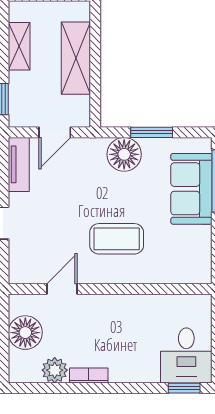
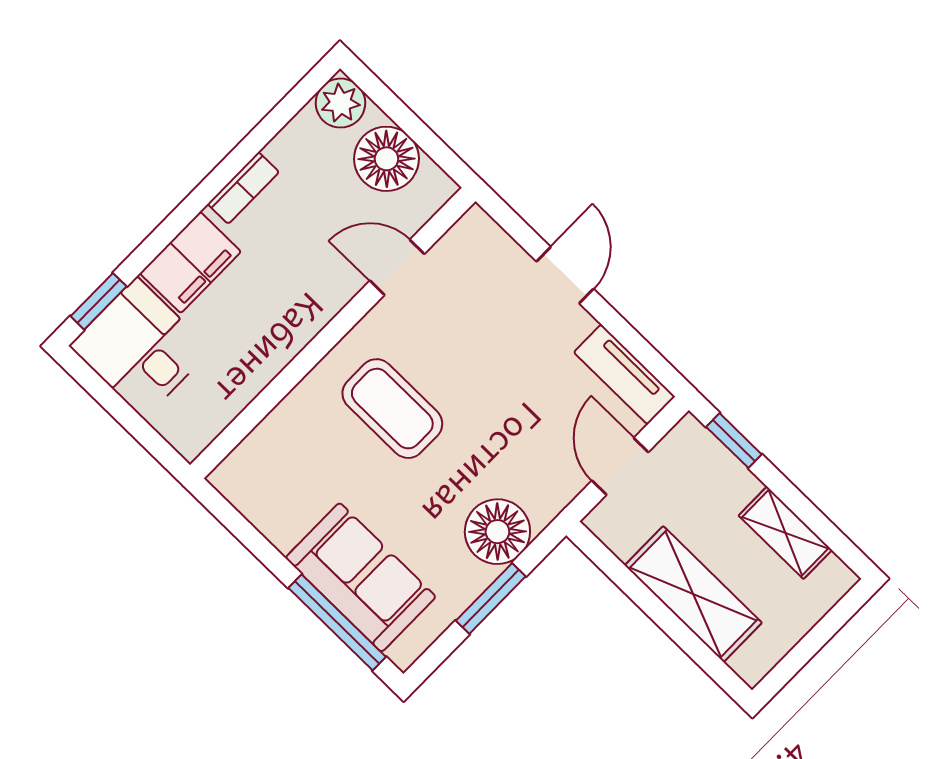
coffee table: (117, 239) -> (392, 409), turned 90
door: (62, 289) -> (397, 267), swing flipped
filing cabinet: (136, 368) -> (190, 262), added
plant: (55, 370) -> (340, 103), moved

